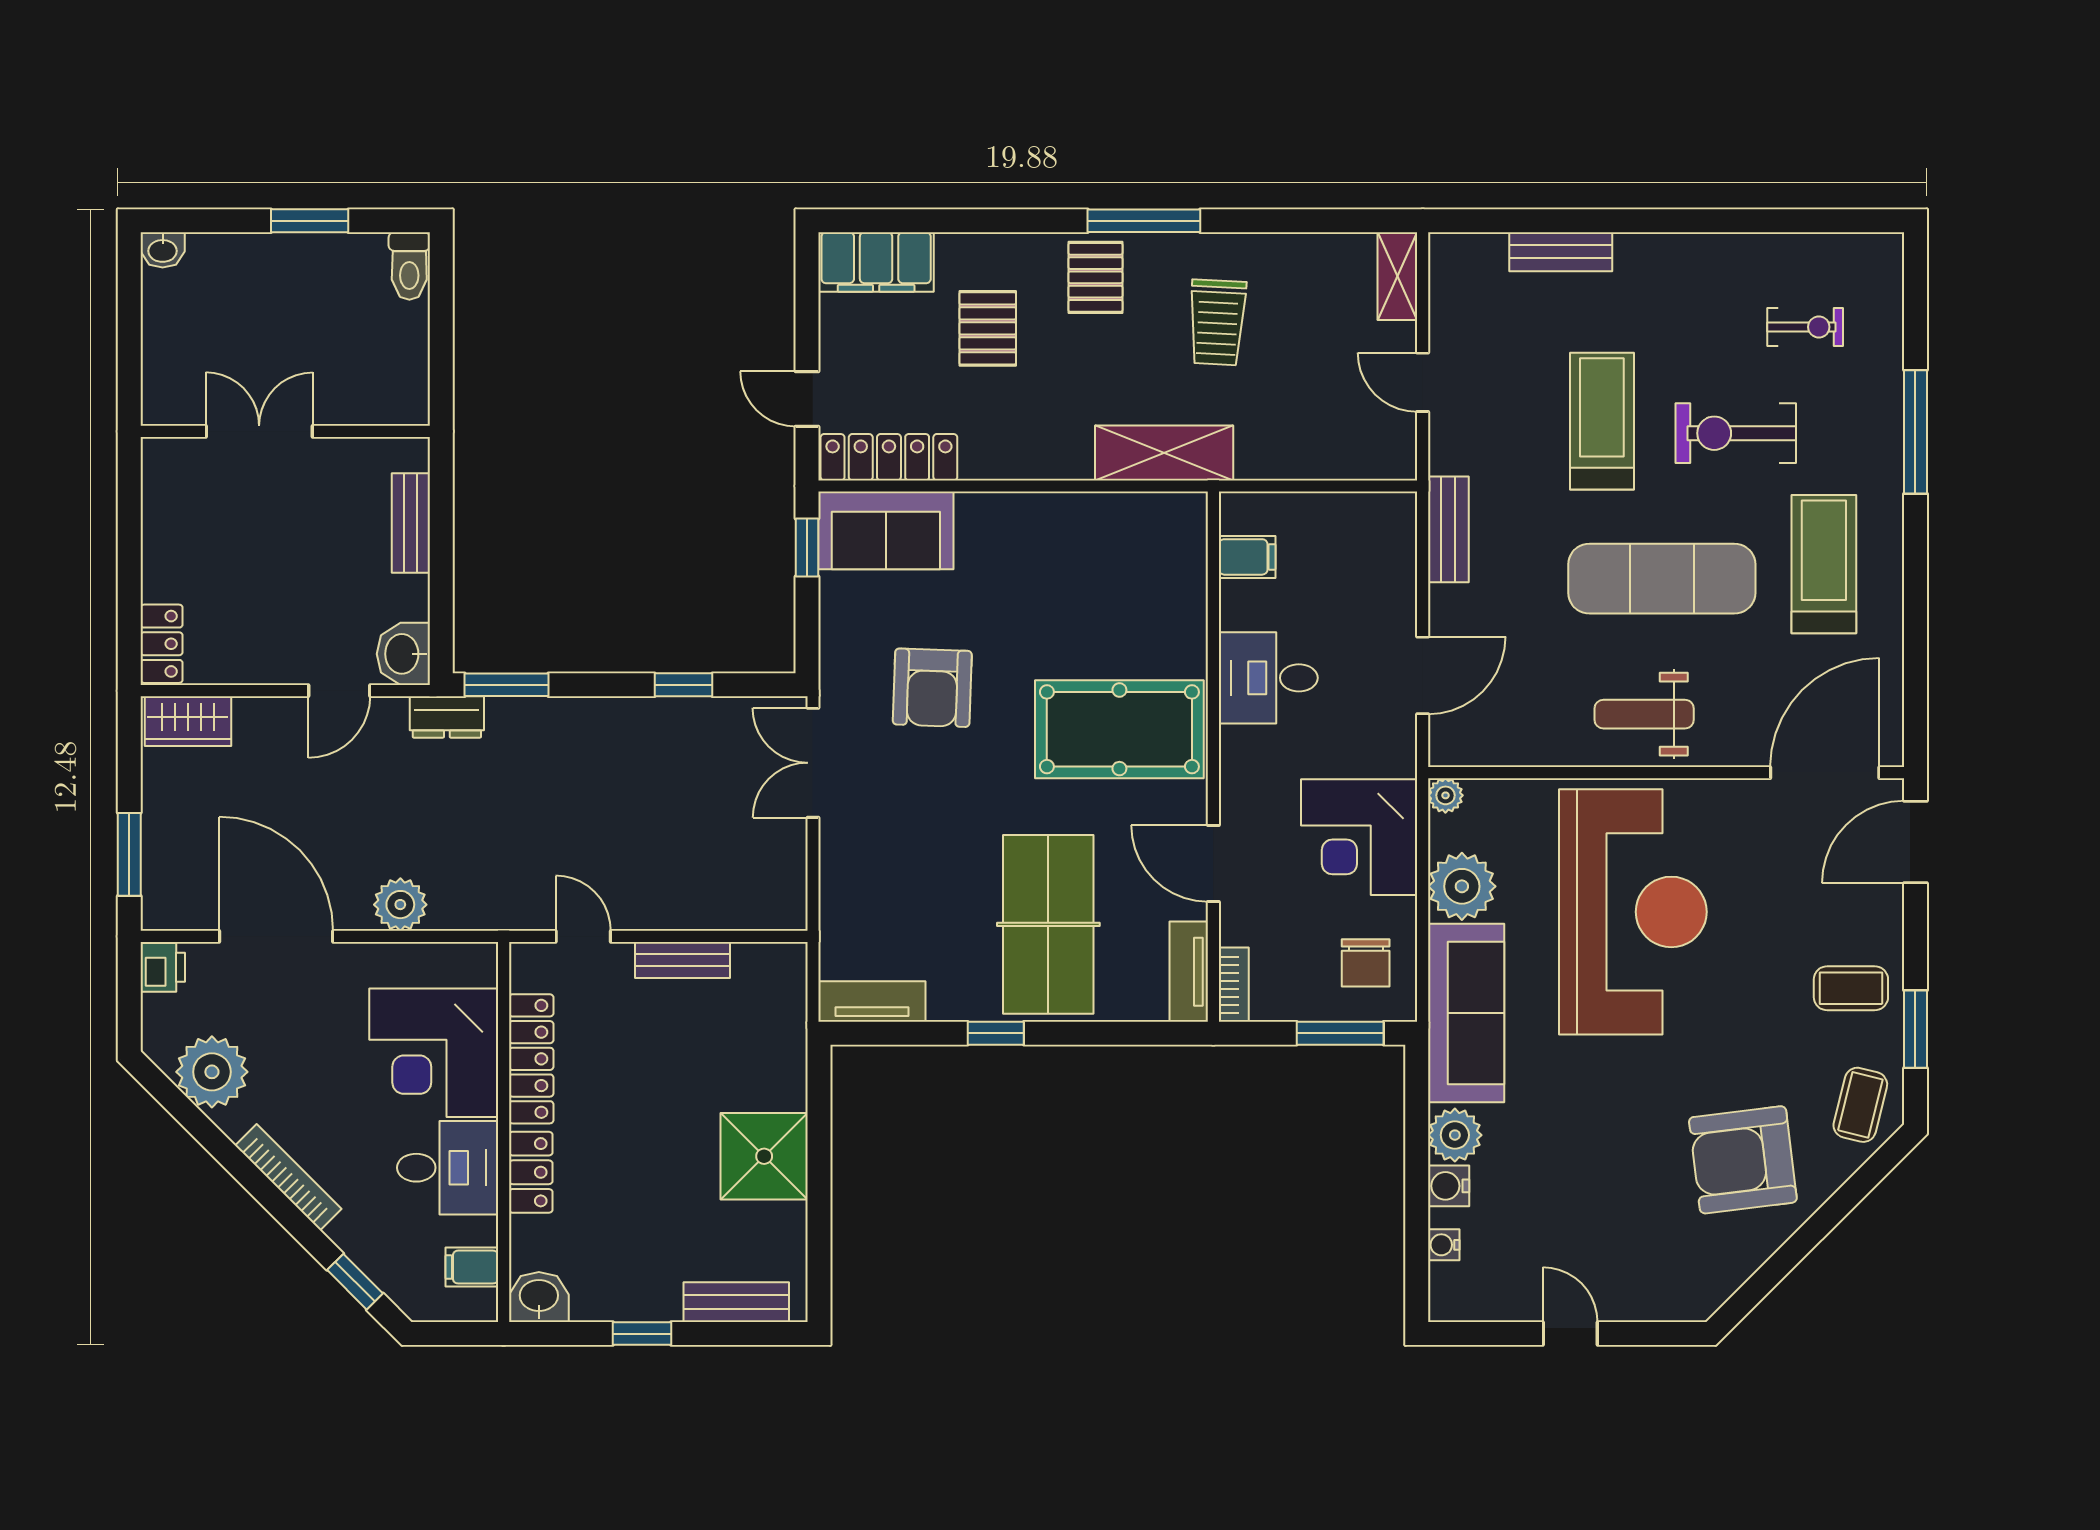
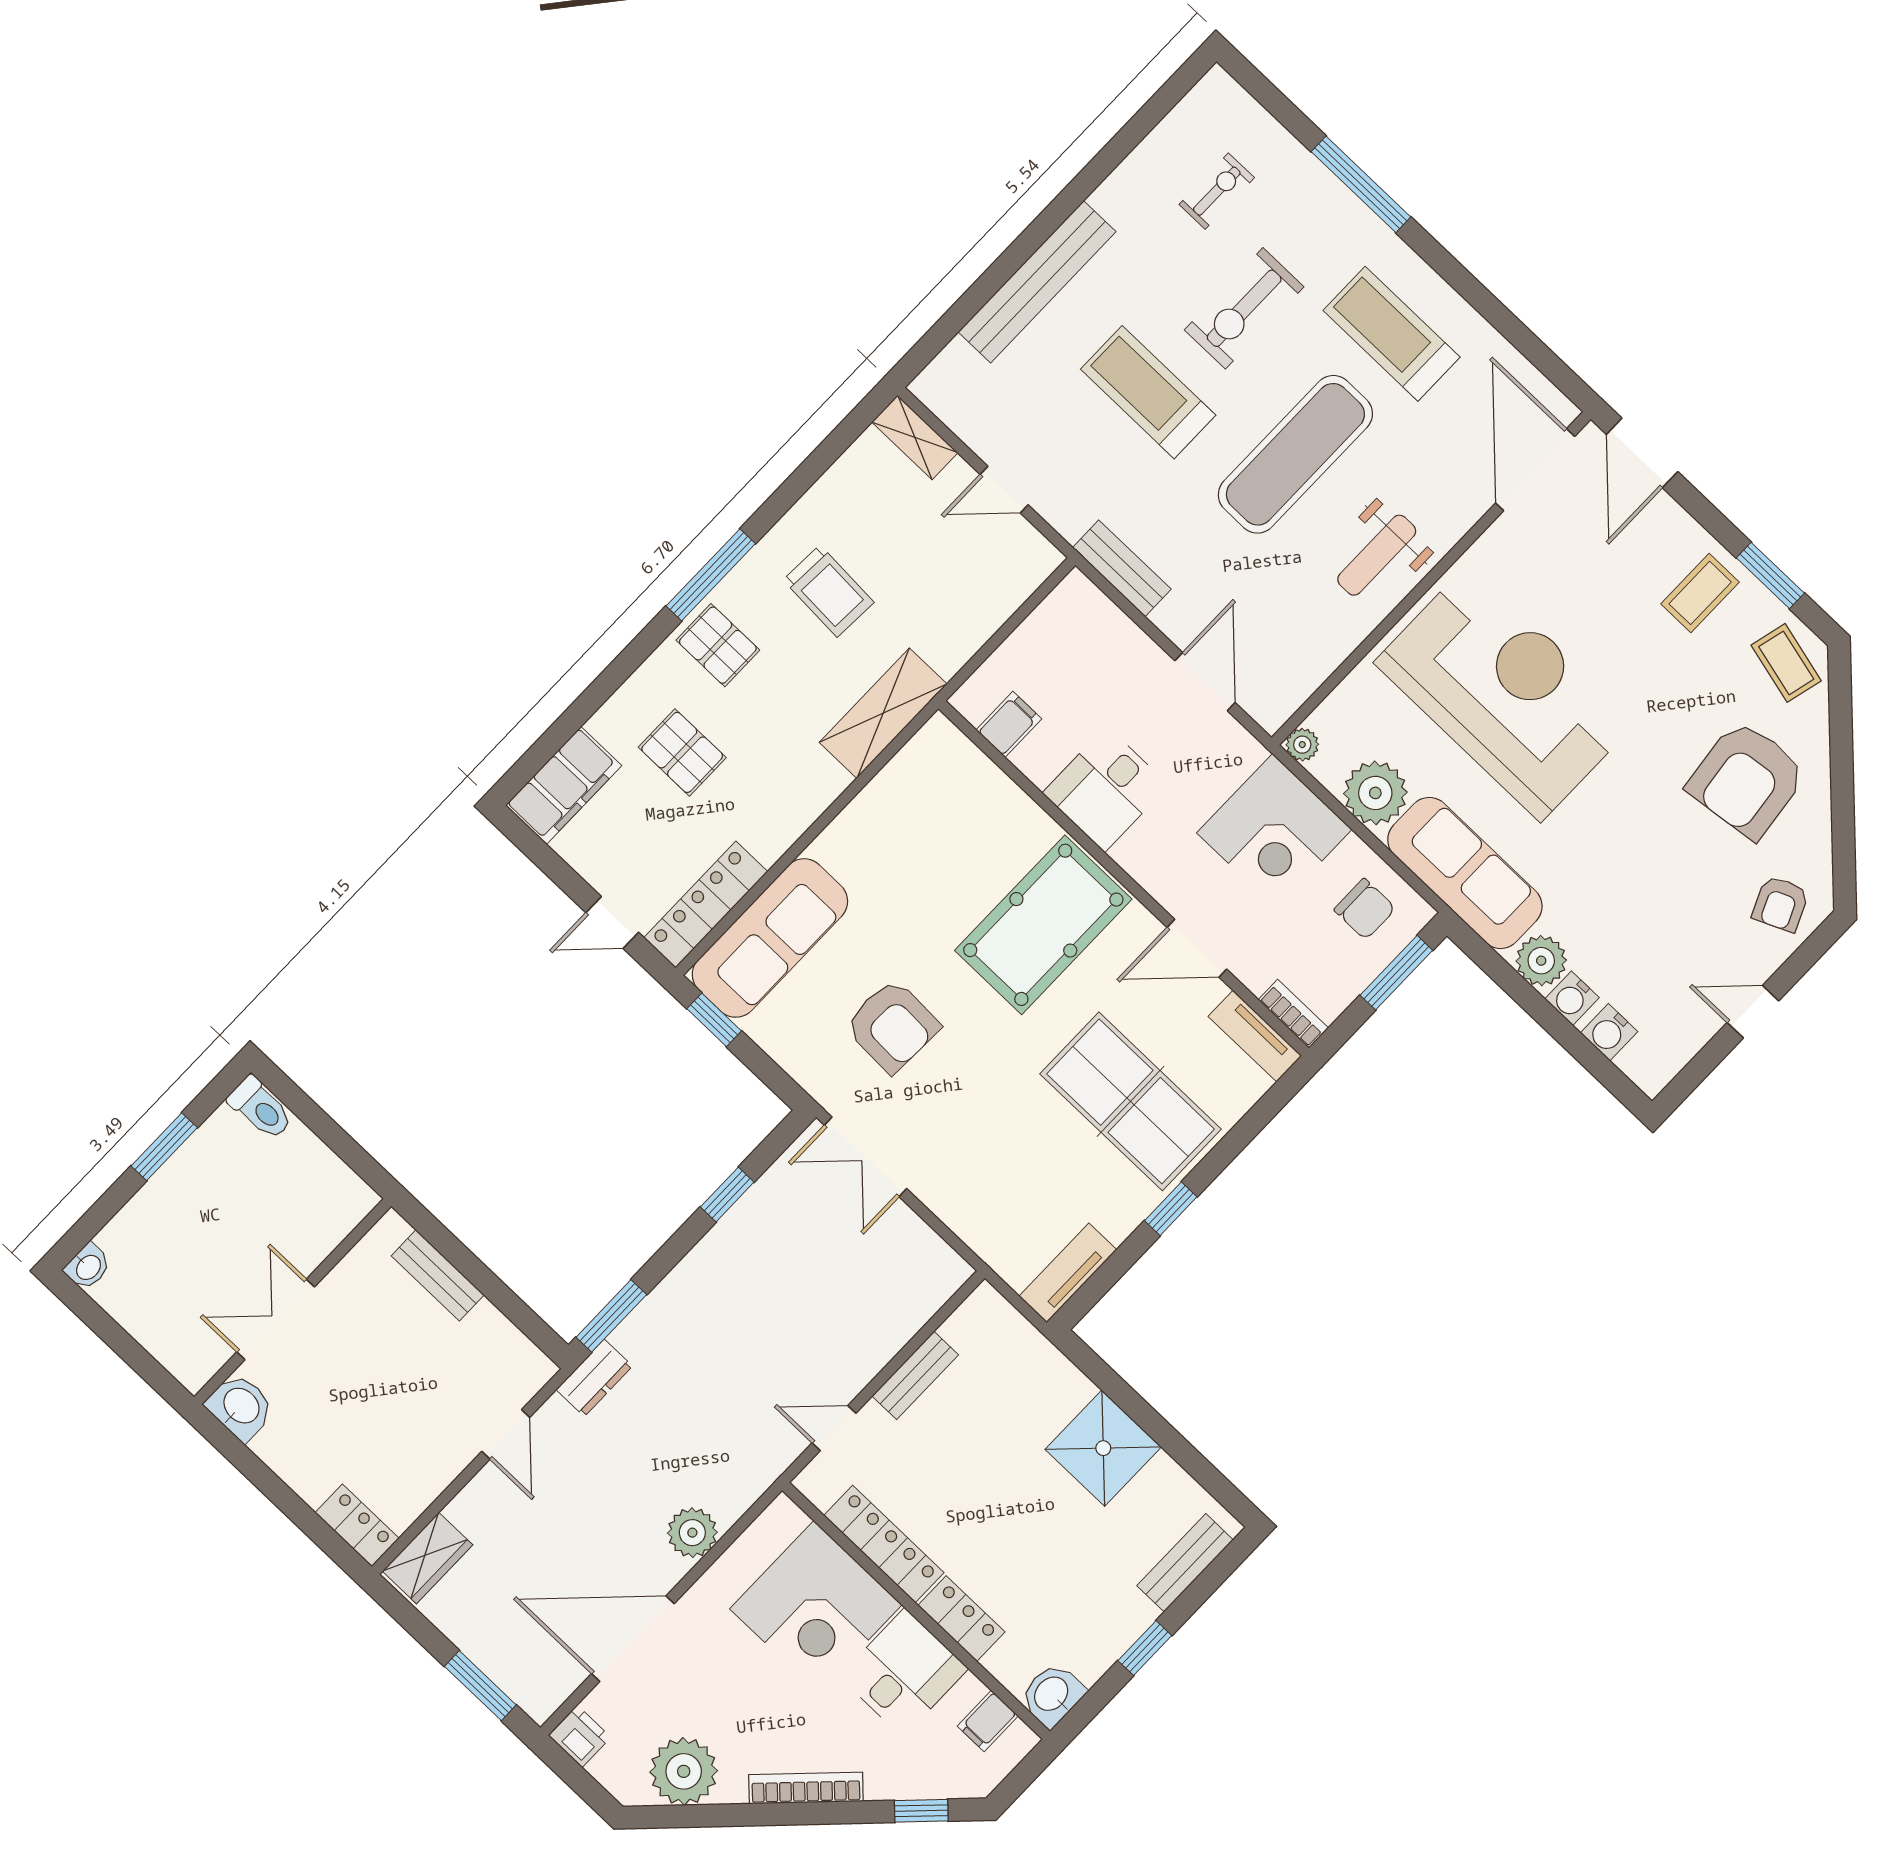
bench: (1561, 252) -> (1037, 282), width x1.86, depth x1.21
sofa: (886, 530) -> (770, 938), width x1.36
washbasin: (403, 654) -> (240, 1407), moved, turned 180
water cooler: (1444, 1245) -> (1609, 1032), width x1.38, depth x1.38
armchair: (1673, 1276) -> (1780, 904), added

